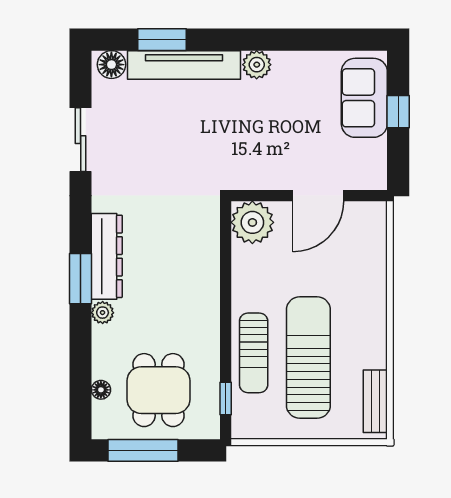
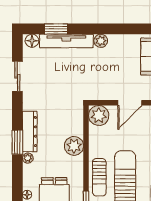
plant: (200, 287) -> (74, 146), added

